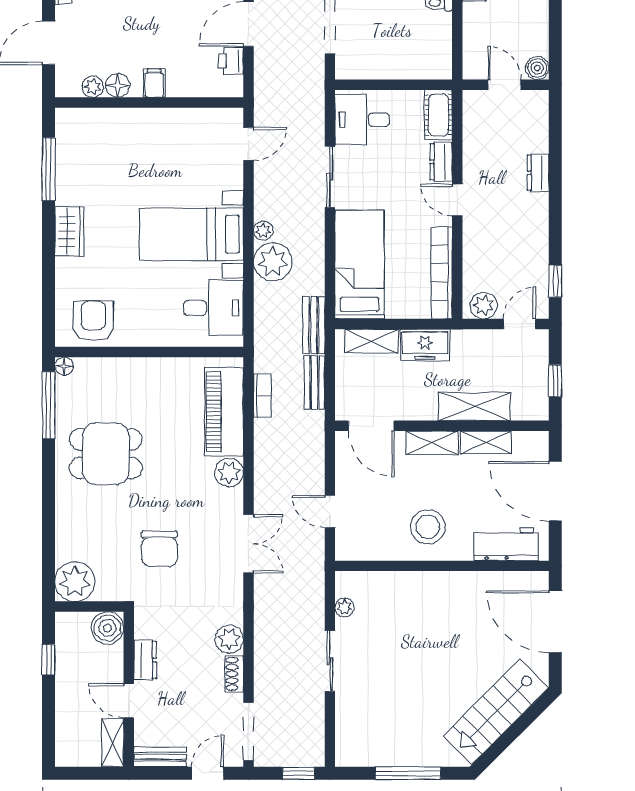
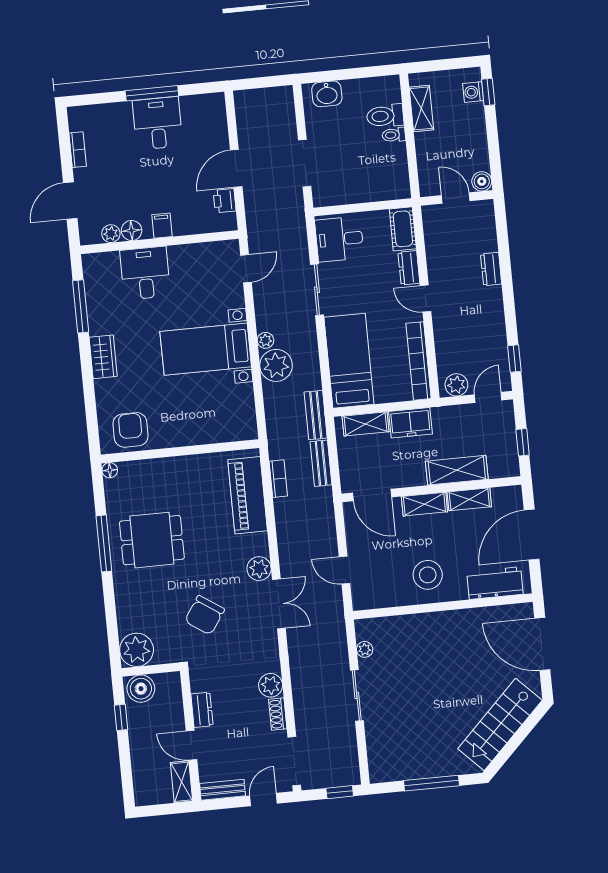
desk: (214, 308) -> (145, 273), moved, turned -90
window: (49, 405) -> (104, 543), moved
plant: (229, 472) -> (259, 569), moved
door: (555, 491) -> (532, 535), hinge flipped
chair: (159, 549) -> (205, 615), turned 34
boiler: (107, 628) -> (141, 689), moved

